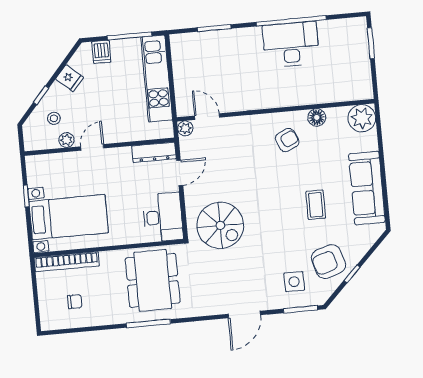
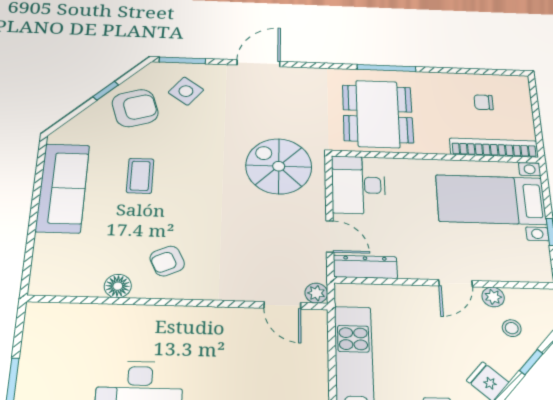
plant: (362, 118) -> (50, 278), removed
door: (180, 173) -> (330, 236), swing flipped
side table: (294, 282) -> (186, 91), turned 37

